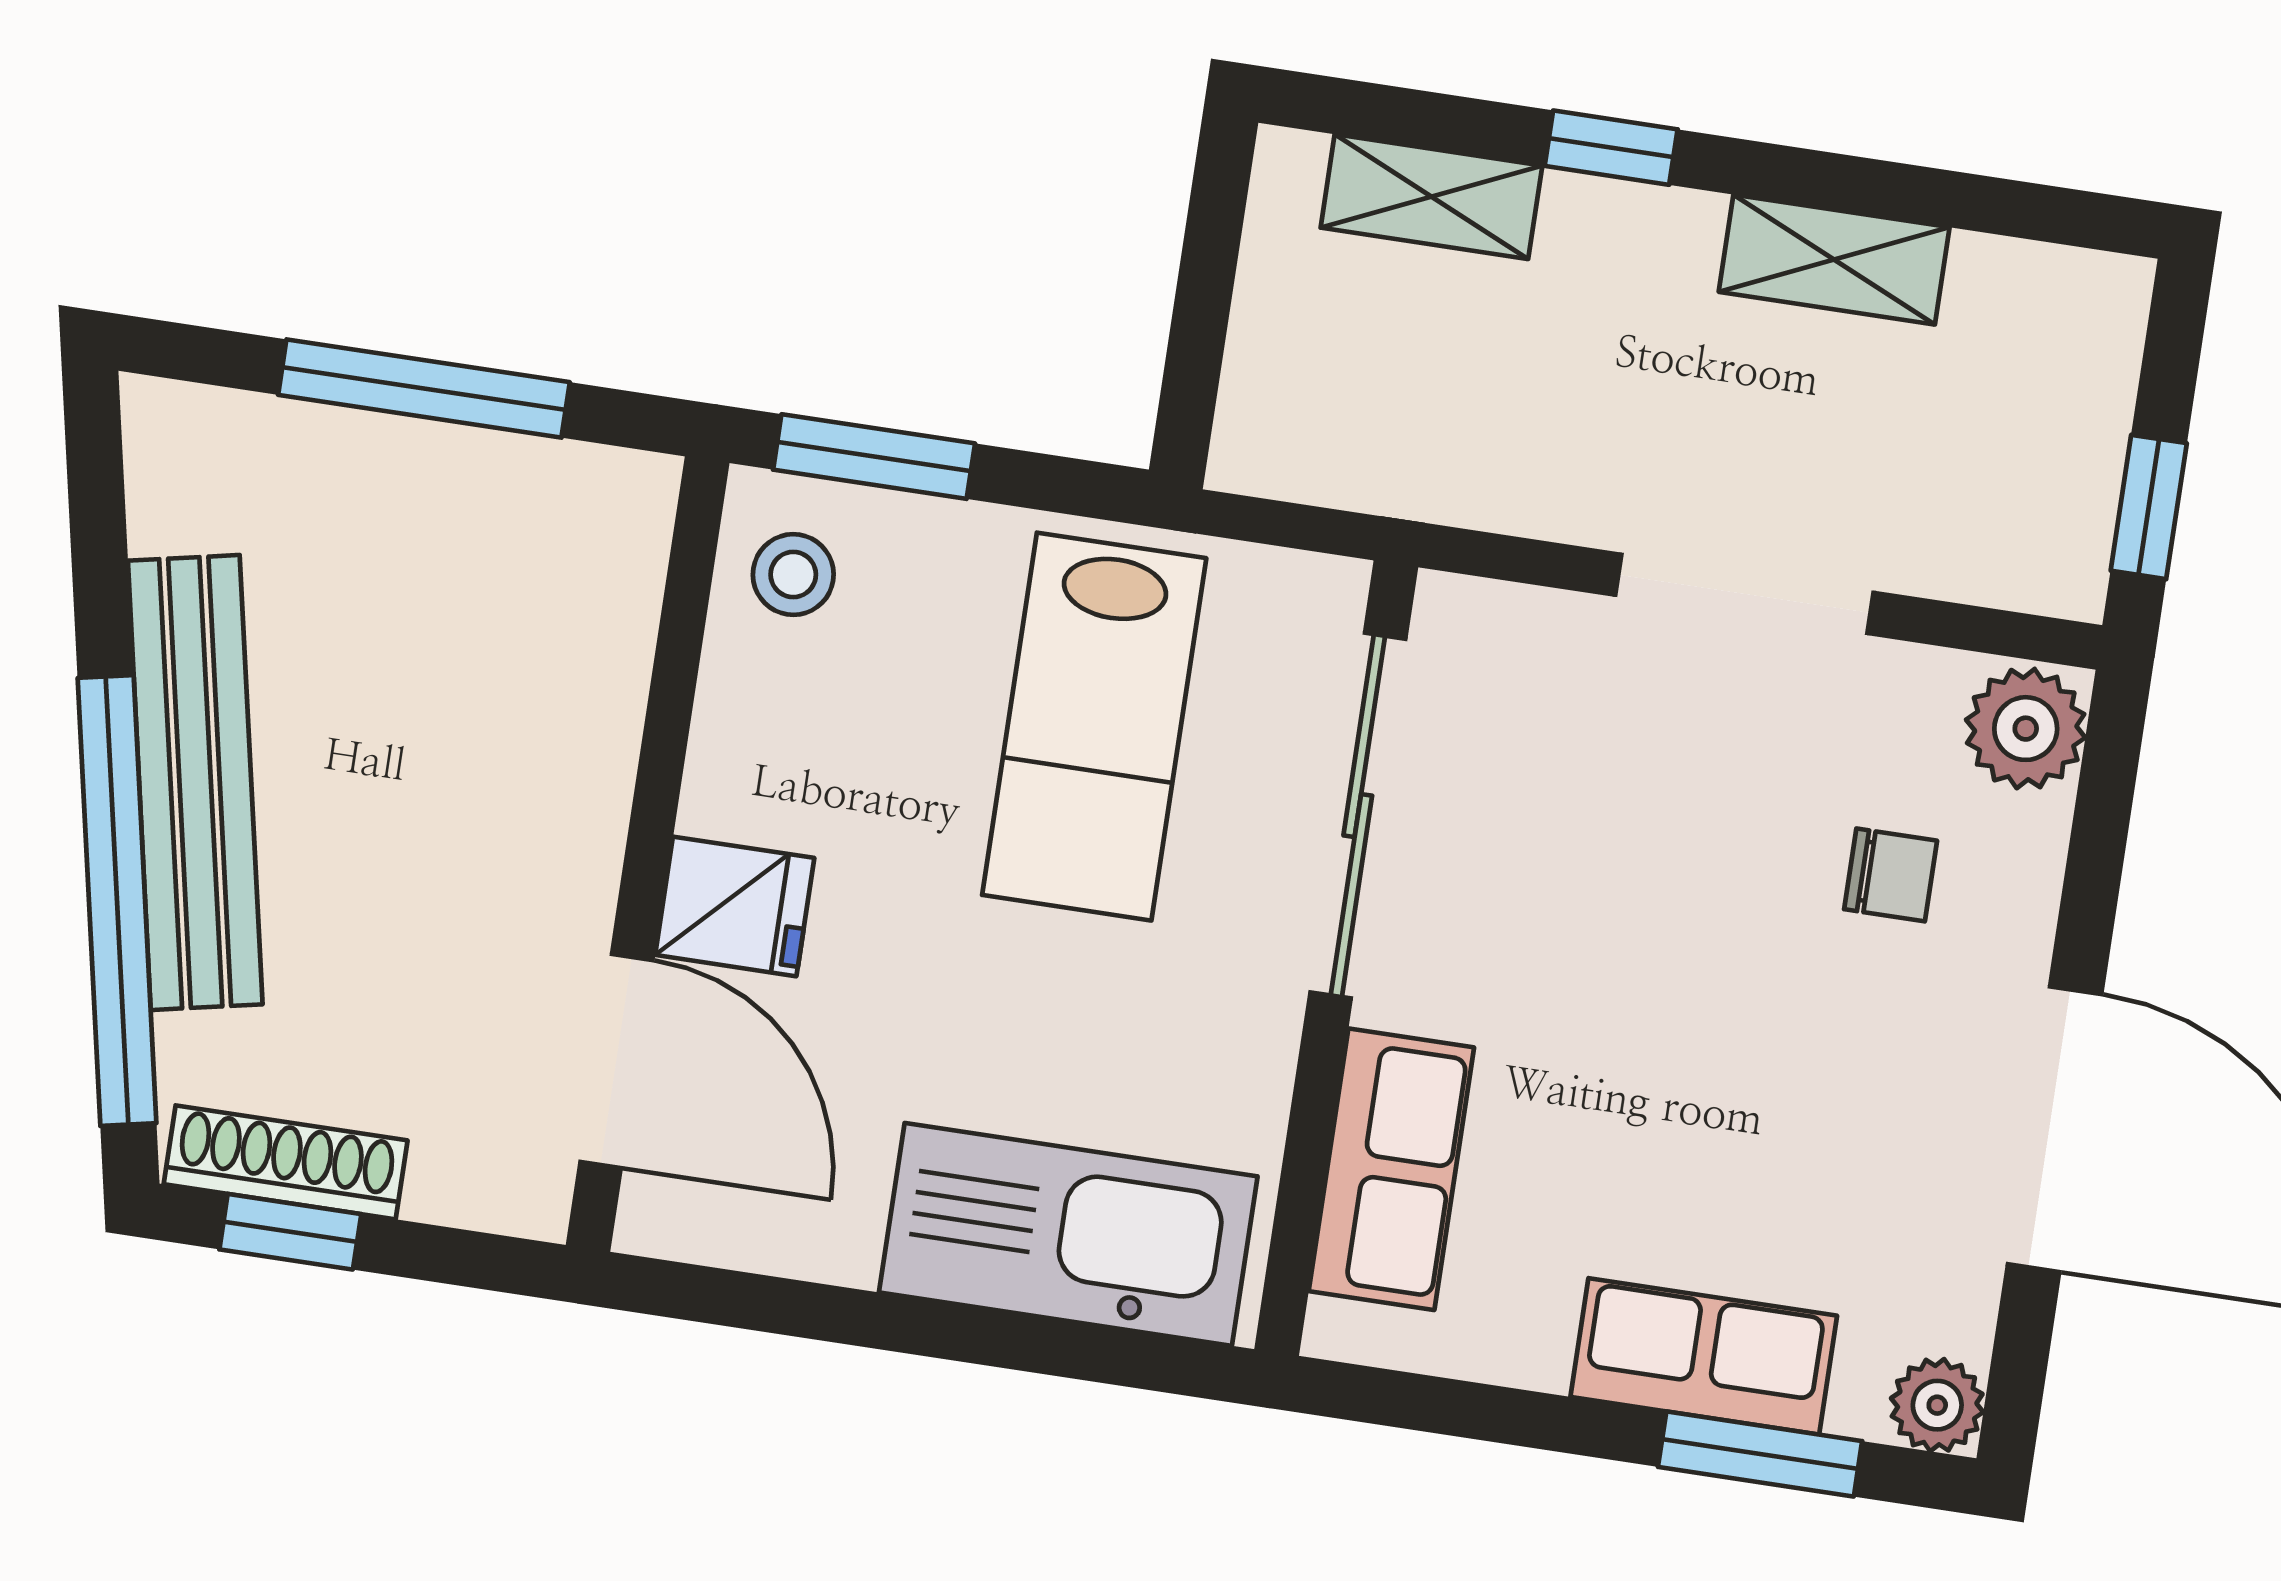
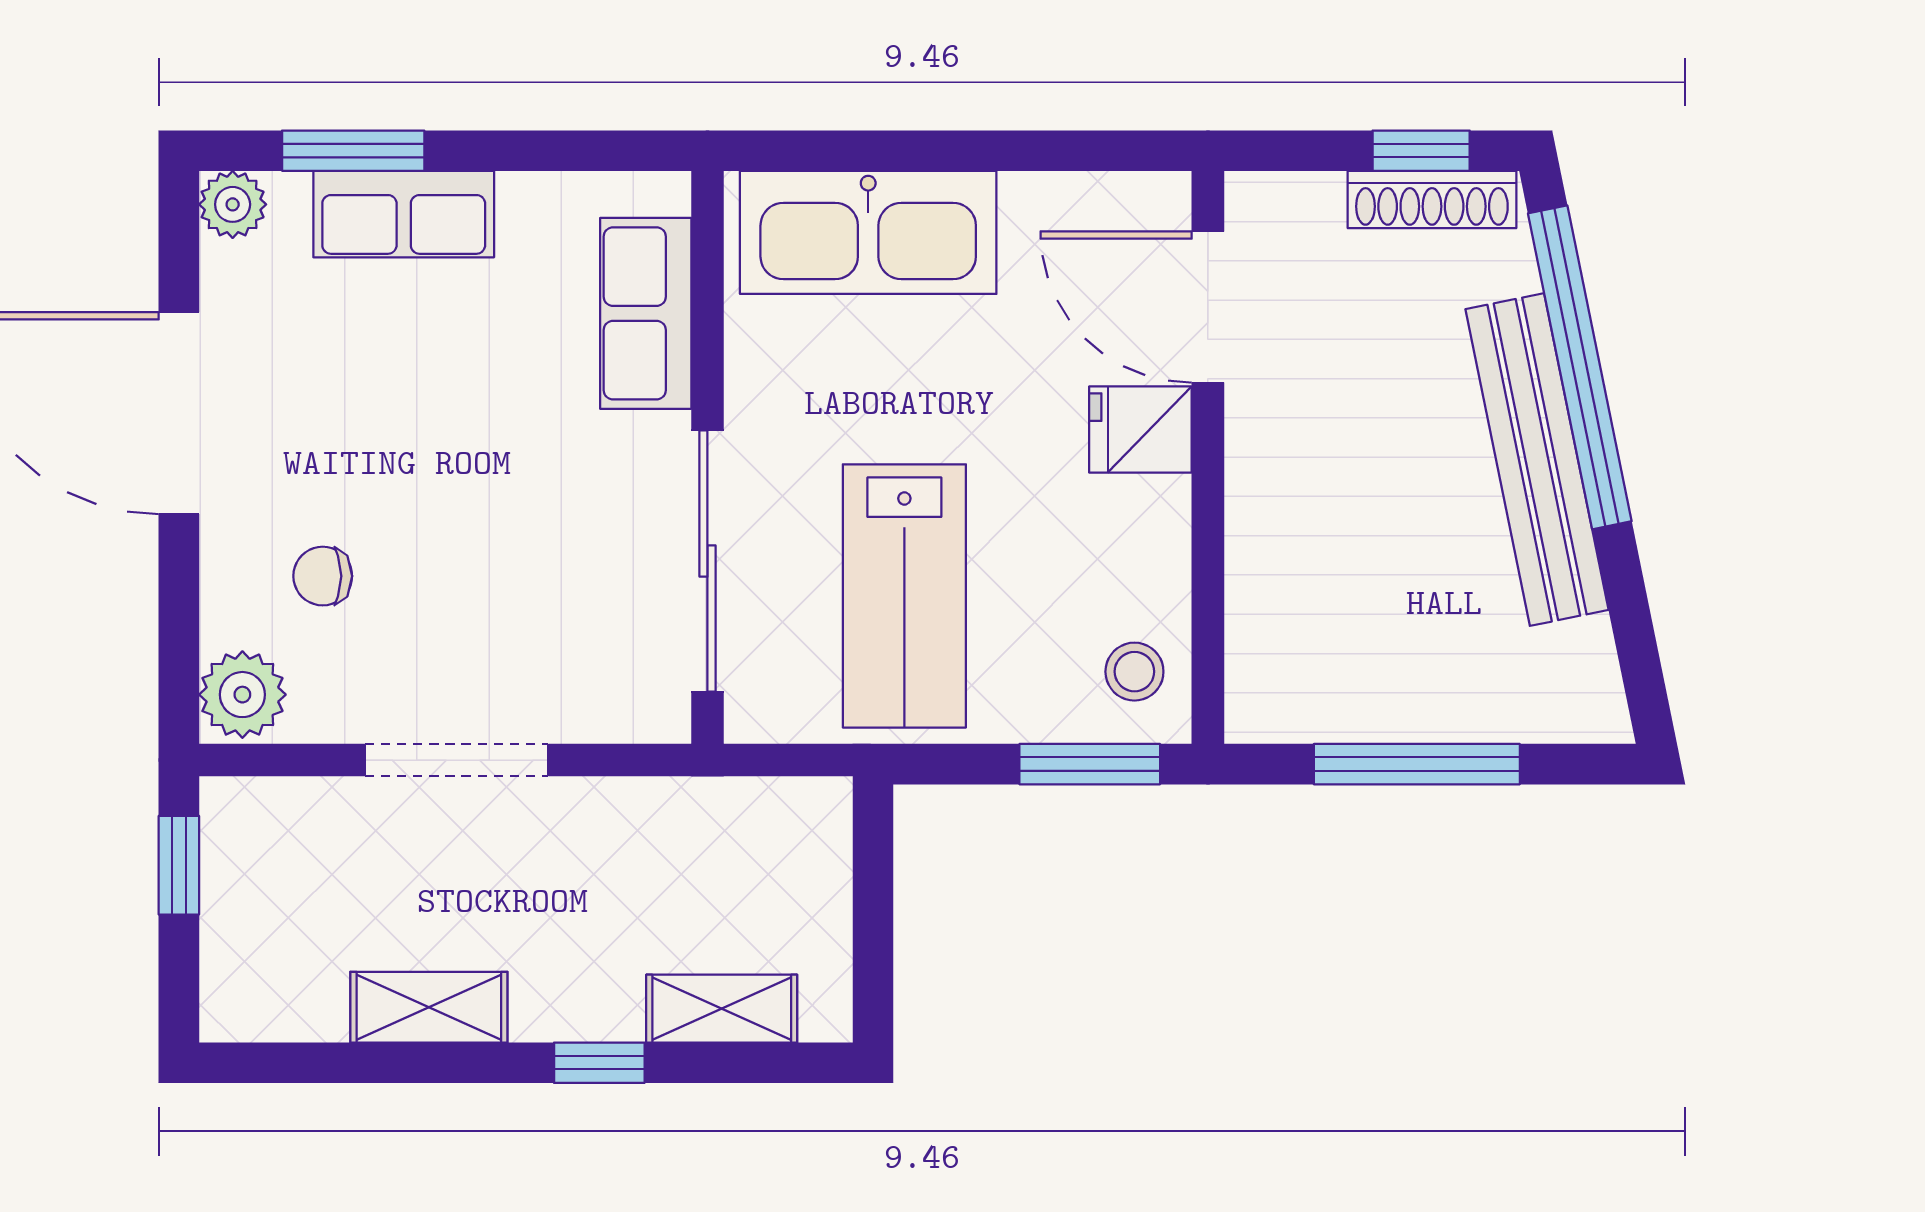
lab bench: (1094, 727) -> (904, 596), turned 180

